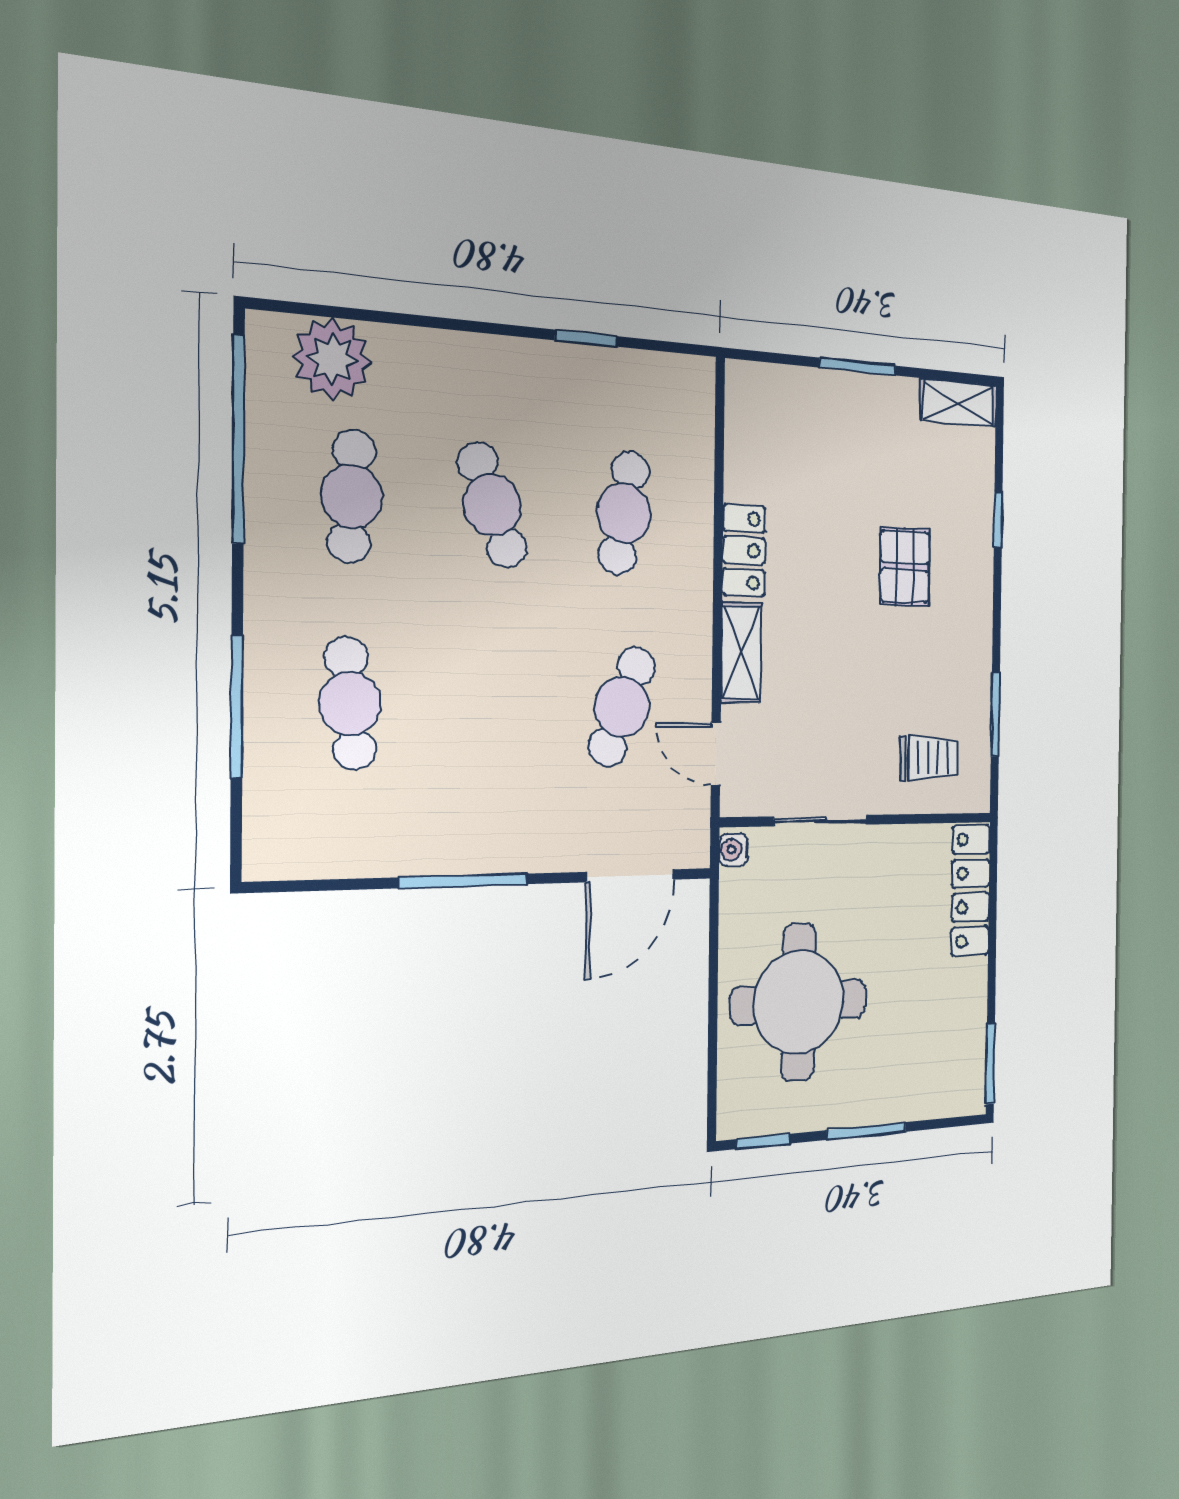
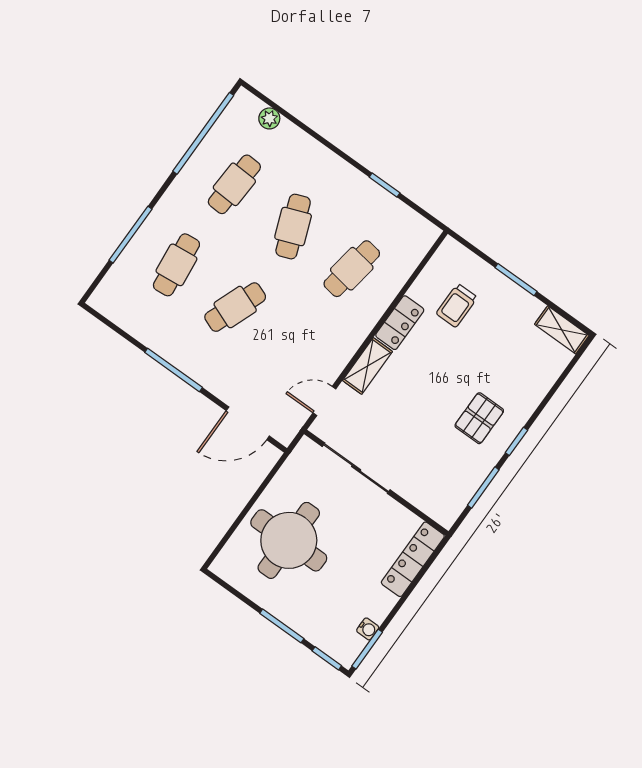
plant: (332, 359) -> (269, 118), width x0.53, depth x0.53
window: (998, 520) -> (516, 441), moved
pallet: (905, 567) -> (479, 418), moved
cafe table: (622, 707) -> (235, 307), moved
door: (716, 754) -> (324, 401), hinge flipped
trolley: (929, 758) -> (457, 305), moved, turned 90
sliding door: (821, 821) -> (356, 468), width x1.37
water cooler: (734, 850) -> (368, 629), moved, turned 180
window: (763, 1141) -> (327, 658), moved

